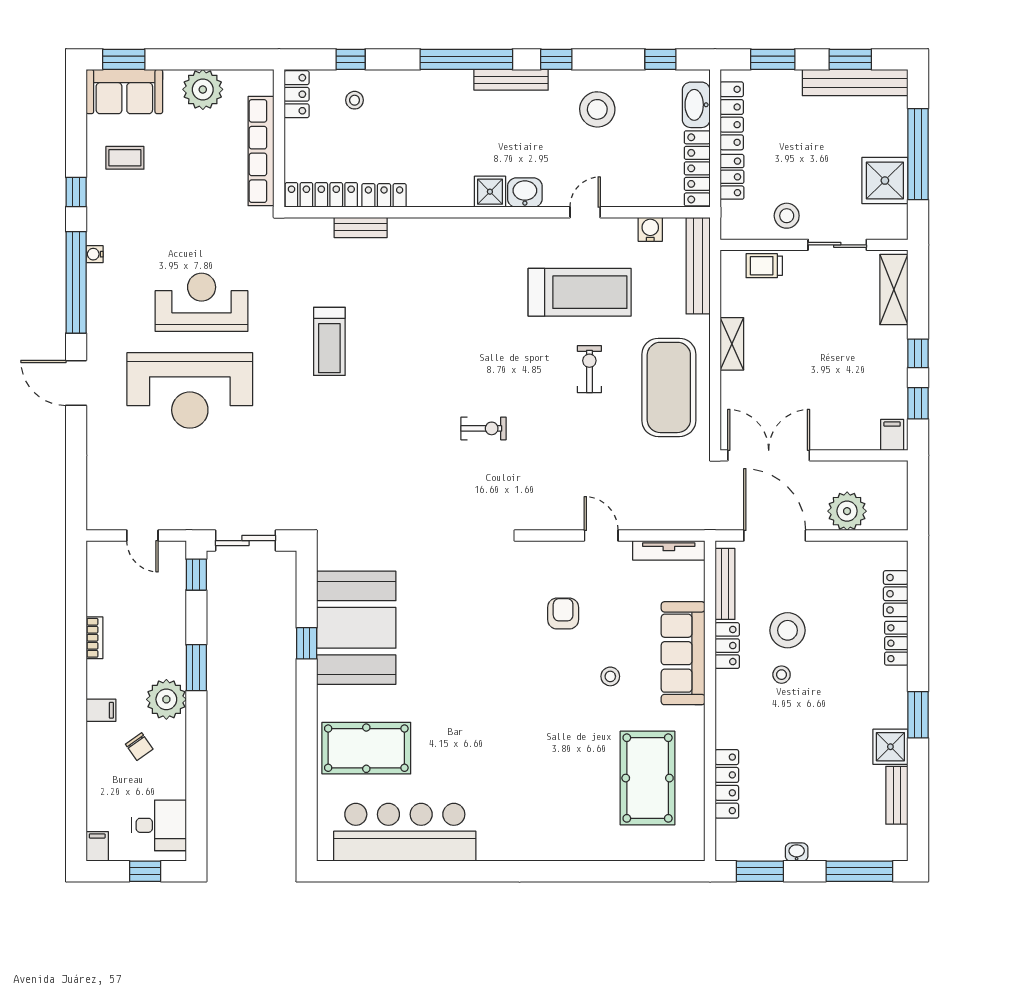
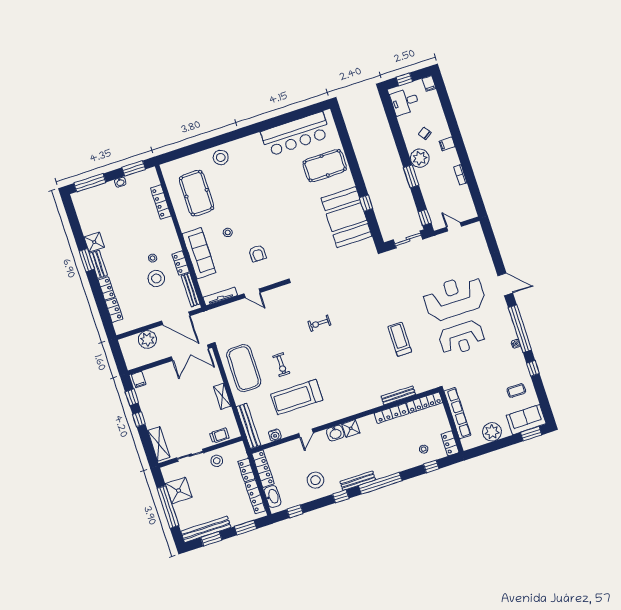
locker: (384, 195) -> (391, 413), width x1.53
bench: (361, 227) -> (398, 395), width x1.36
bench: (897, 795) -> (98, 264), moved
stool: (574, 835) -> (221, 157), added

